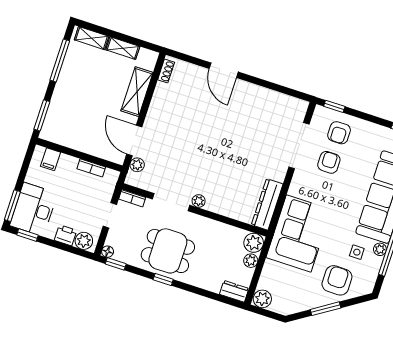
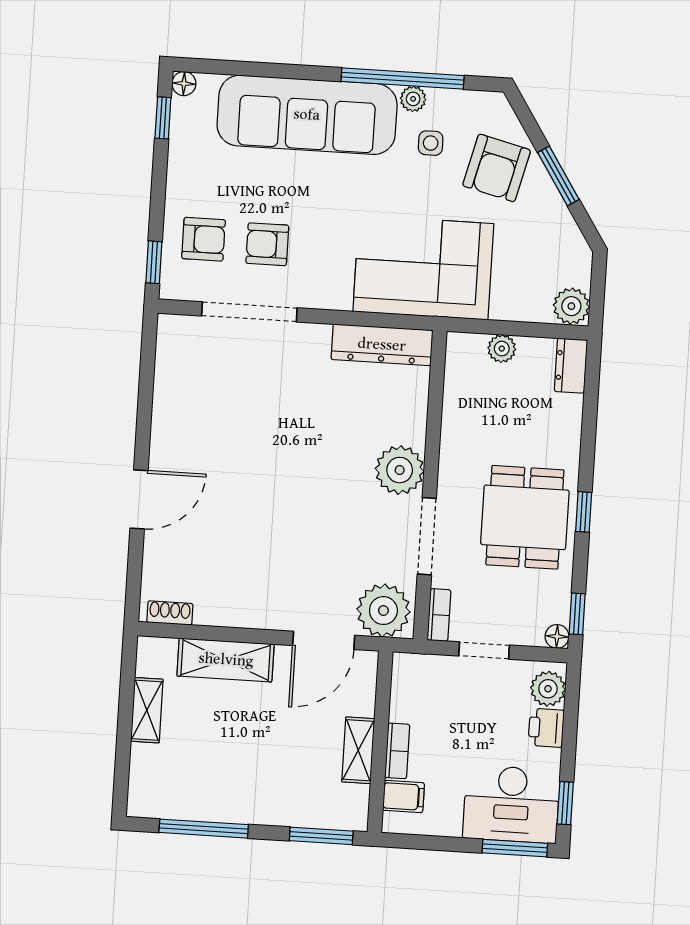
shelving: (92, 38) -> (358, 750), moved
plant: (137, 165) -> (383, 611), width x1.88, depth x1.88
bookcase: (91, 168) -> (397, 751), moved
plant: (199, 201) -> (400, 470), width x1.87, depth x1.87
plant: (254, 243) -> (465, 352), removed
armchair: (337, 280) -> (497, 168), turned -76

